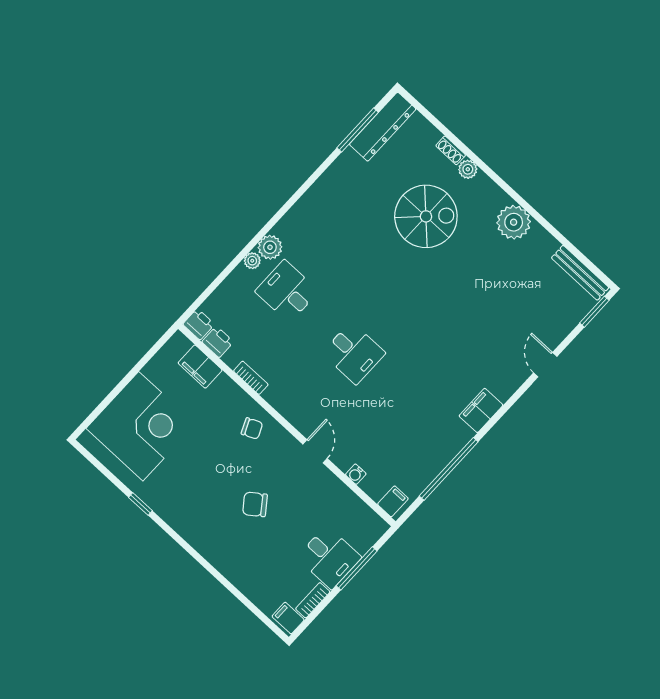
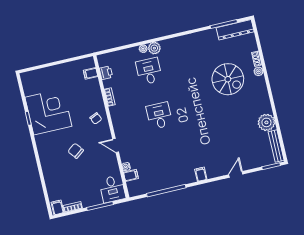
plant: (514, 222) -> (266, 122), moved
printer: (199, 324) -> (103, 60), removed
desk: (354, 353) -> (159, 116), turned 180
filing cabinet: (200, 367) -> (91, 73), width x0.50
filing cabinet: (481, 410) -> (201, 174), width x0.50
corner desk: (141, 426) -> (48, 112), moved, turned -90
door: (315, 451) -> (116, 146), swing flipped
filing cabinet: (393, 501) -> (131, 175), moved
desk: (329, 557) -> (112, 189), moved

